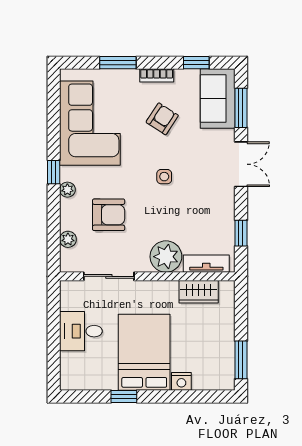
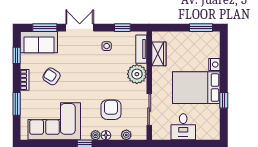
side table: (164, 177) -> (107, 46), moved
floor lamp: (67, 206) -> (106, 135), added

